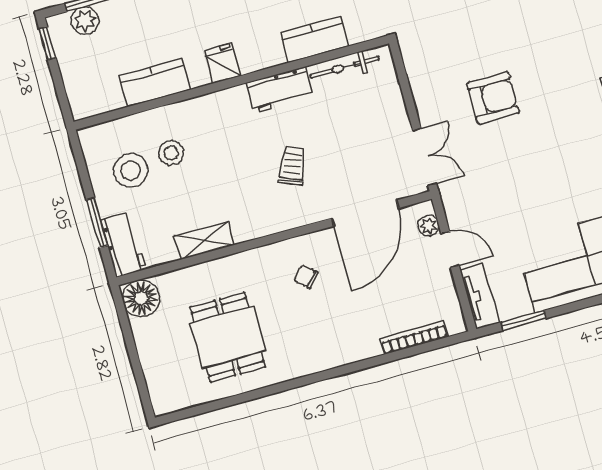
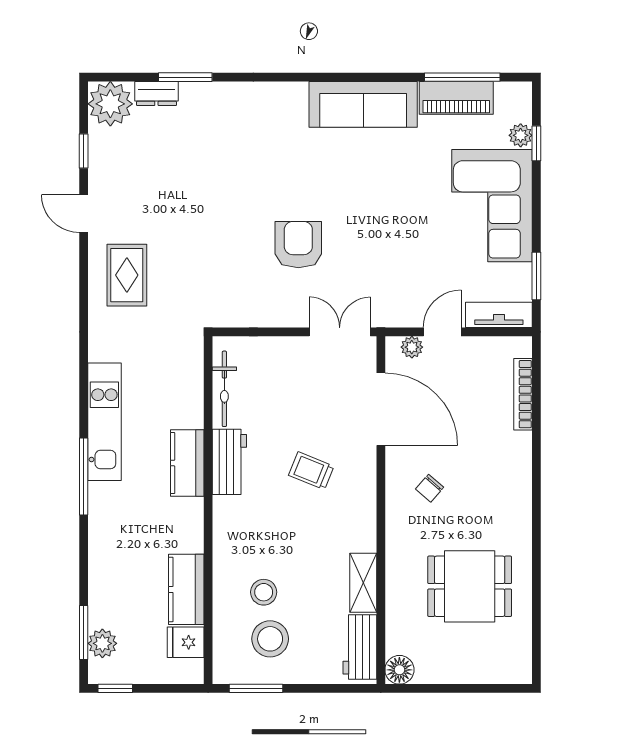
kitchen counter: (314, 39) -> (187, 463), moved
fridge: (222, 63) -> (186, 642), moved
window: (97, 223) -> (256, 688), moved
workbench: (123, 244) -> (360, 647), moved, turned -90
floor lamp: (141, 298) -> (399, 670), width x0.73, depth x0.73

